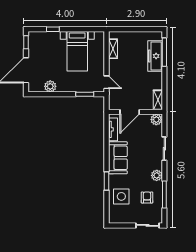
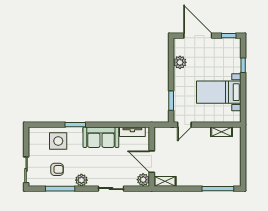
freezer: (155, 56) -> (214, 178), removed
door: (130, 112) -> (152, 162), moved

